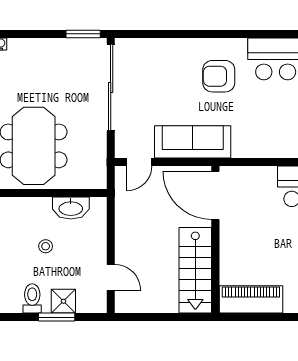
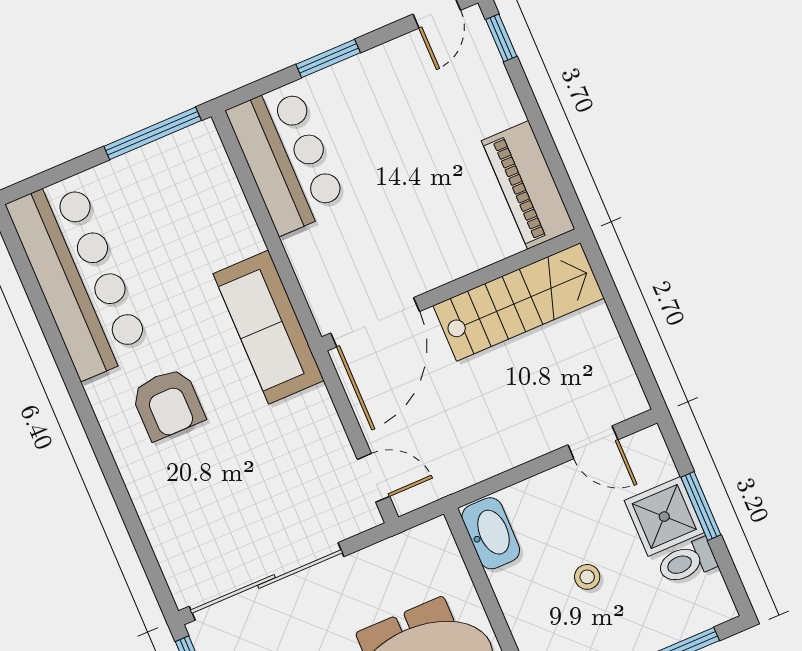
sofa: (193, 142) -> (269, 327), moved
washbasin: (71, 208) -> (491, 533), moved
door: (111, 277) -> (593, 442), swing flipped
shower: (63, 301) -> (664, 517), width x1.36, depth x1.36

